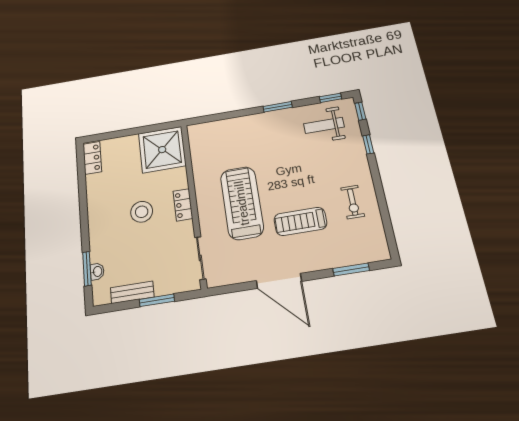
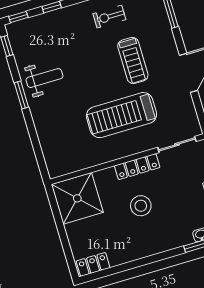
weight bench: (324, 125) -> (44, 78), moved, turned -90
exercise bike: (353, 202) -> (109, 17), turned 180
locker: (183, 205) -> (137, 167), width x1.53

